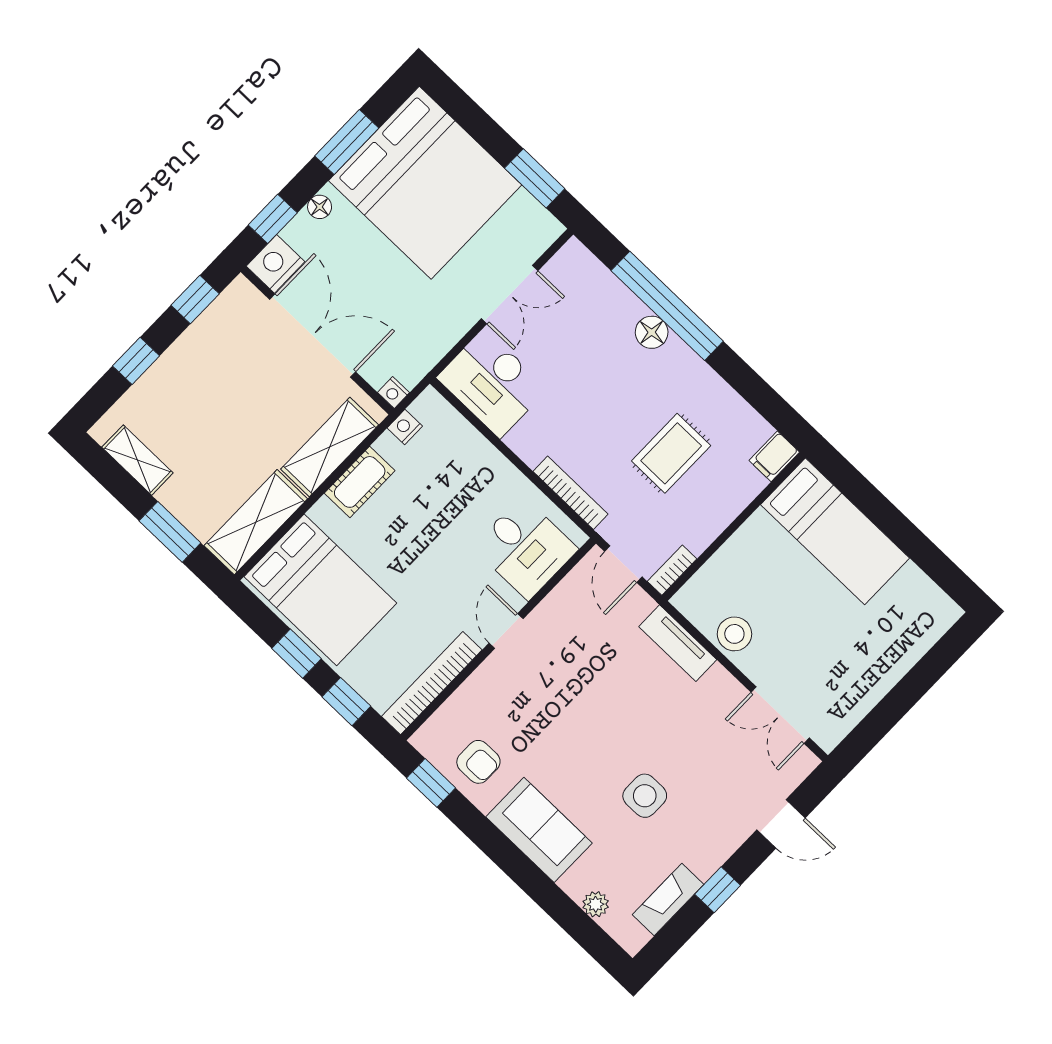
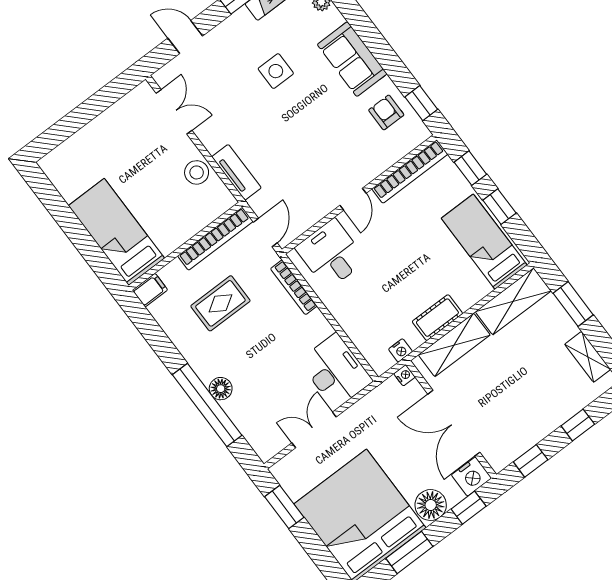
floor lamp: (320, 207) -> (431, 505), width x1.89, depth x1.89
bookcase: (672, 570) -> (215, 239), width x2.31, depth x1.31
bed: (320, 590) -> (484, 242), width x0.67

